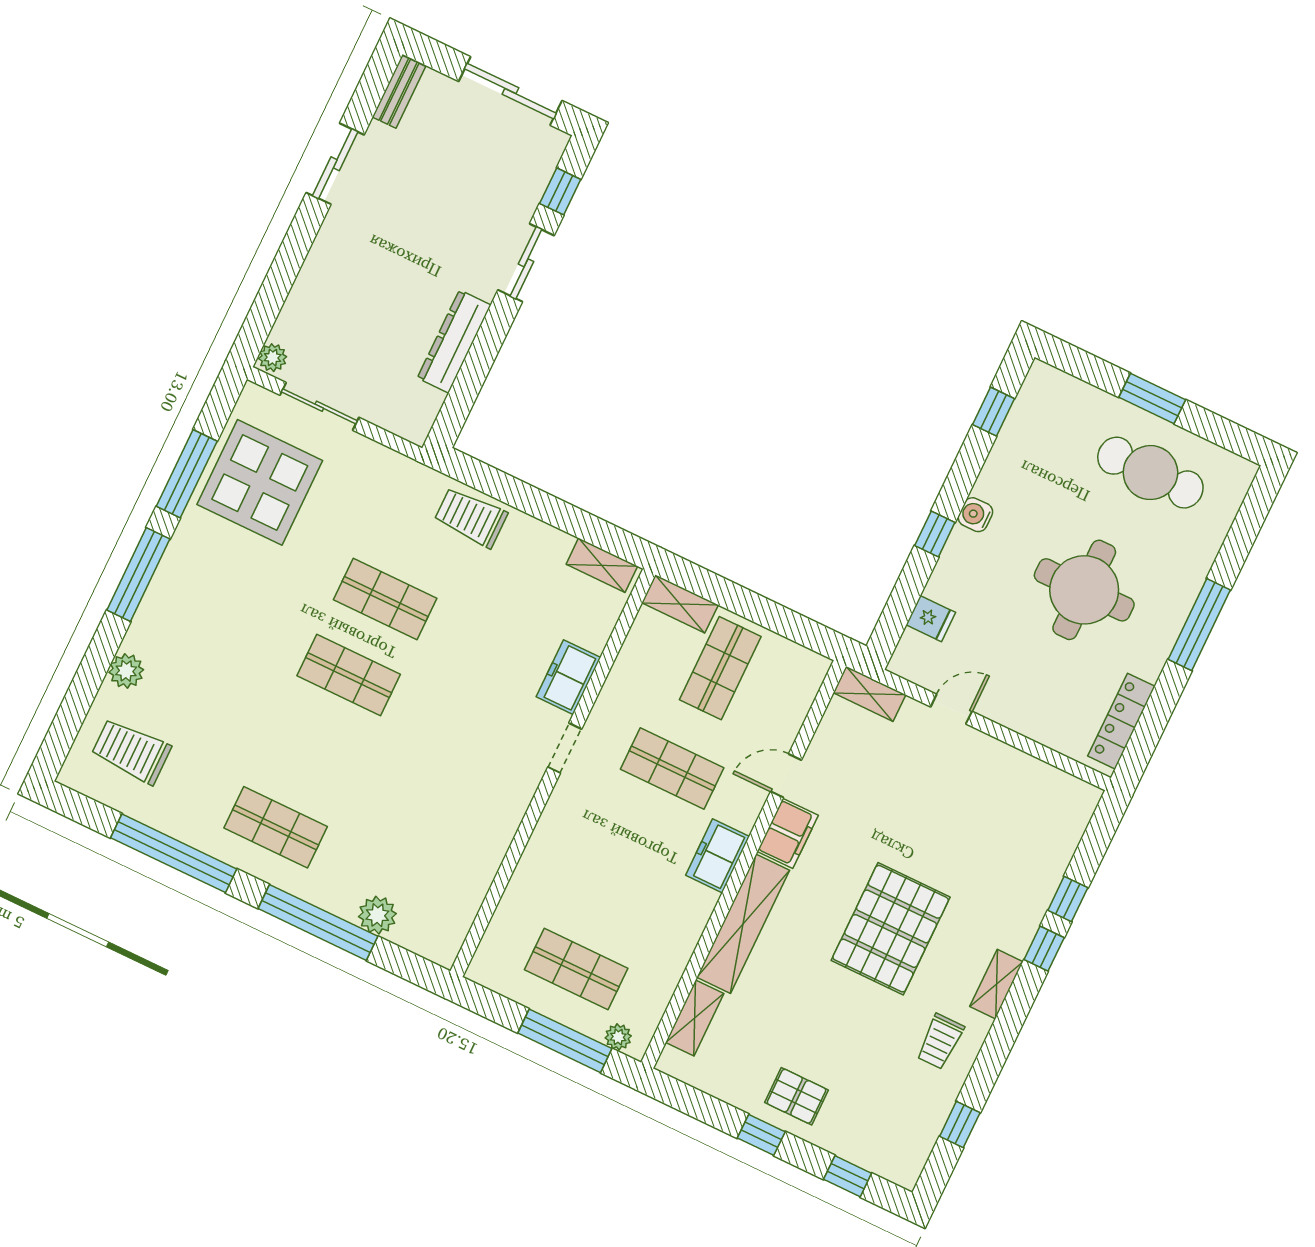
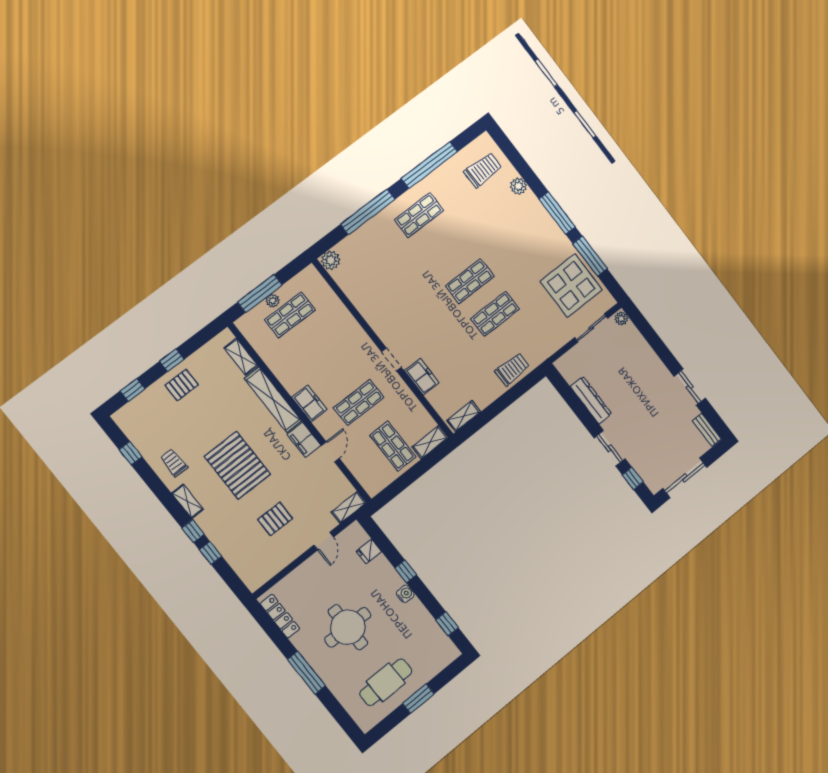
pallet: (953, 815) -> (275, 519), added
plant: (377, 915) -> (331, 260), moved
plant: (618, 1037) -> (273, 301), moved

